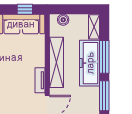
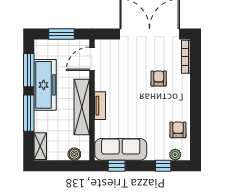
freezer: (90, 63) -> (45, 85), moved
tv unit: (40, 80) -> (100, 106), moved

